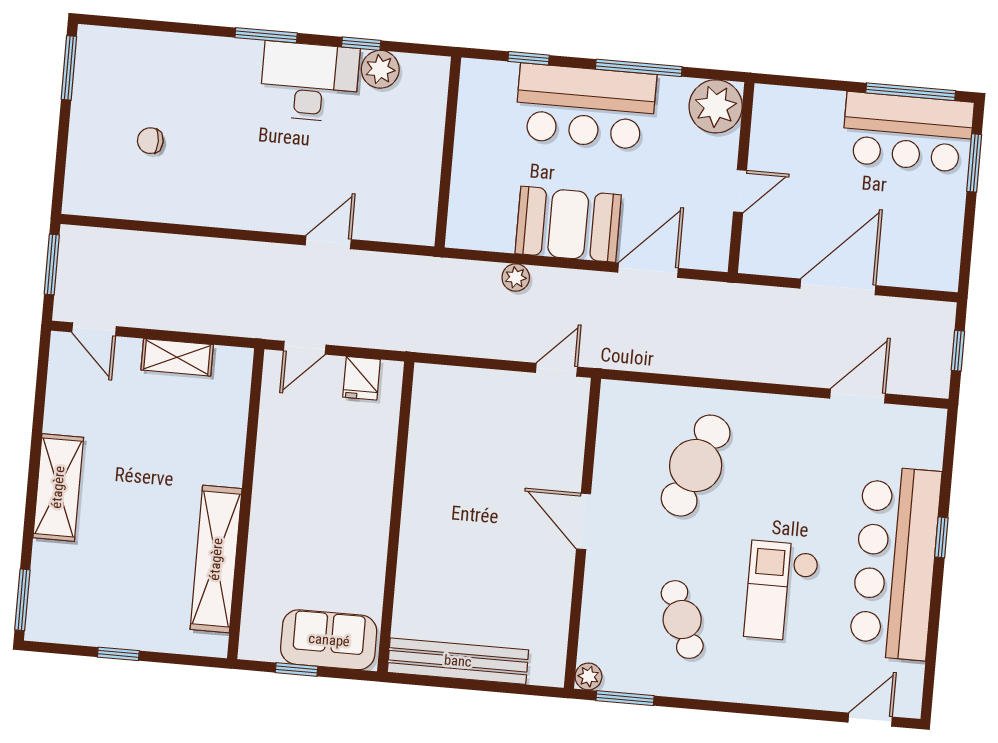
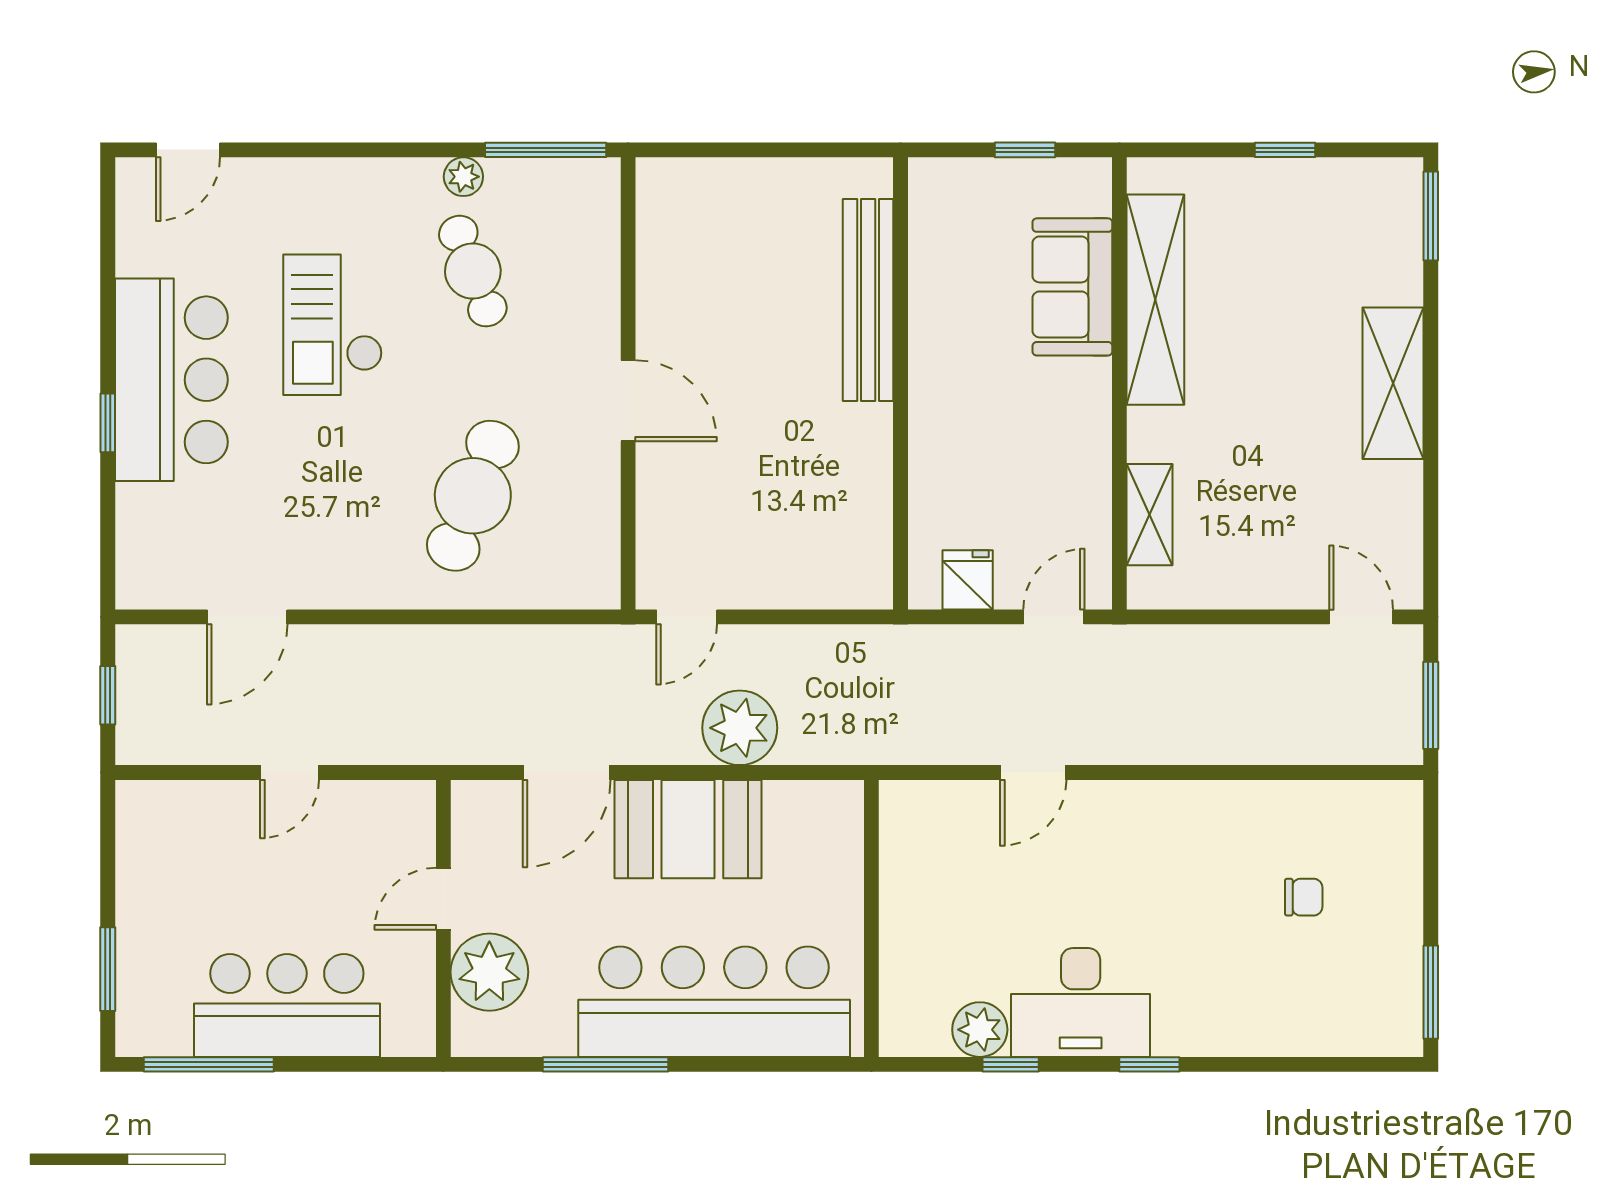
window: (266, 35) -> (1149, 1064), width x0.67
window: (529, 58) -> (766, 1064), removed
bar counter: (585, 106) -> (714, 1002), width x1.36
plant: (716, 106) -> (489, 972), moved
bar counter: (908, 132) -> (287, 1005), moved
plant: (516, 277) -> (740, 728), width x1.87, depth x1.87
door: (838, 287) -> (290, 773), width x0.53
shelving: (177, 357) -> (1150, 515), moved, turned 90
bar counter: (895, 563) -> (171, 380), width x0.73
checkout: (781, 591) -> (333, 325), turned 180
sofa: (329, 640) -> (1072, 287), moved, turned 90
bench: (458, 661) -> (868, 300), moved, turned 90
plant: (588, 676) -> (463, 177), moved
window: (625, 698) -> (546, 150), width x1.44

